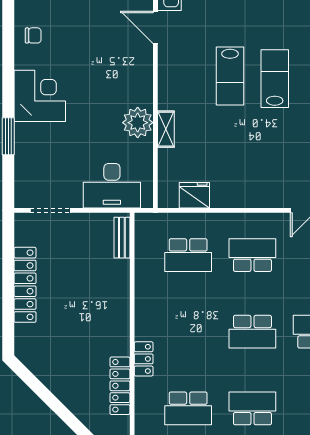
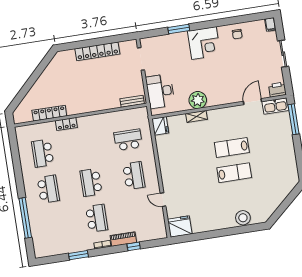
fridge: (194, 195) -> (160, 126), moved
school desk: (188, 255) -> (128, 140), turned 90

